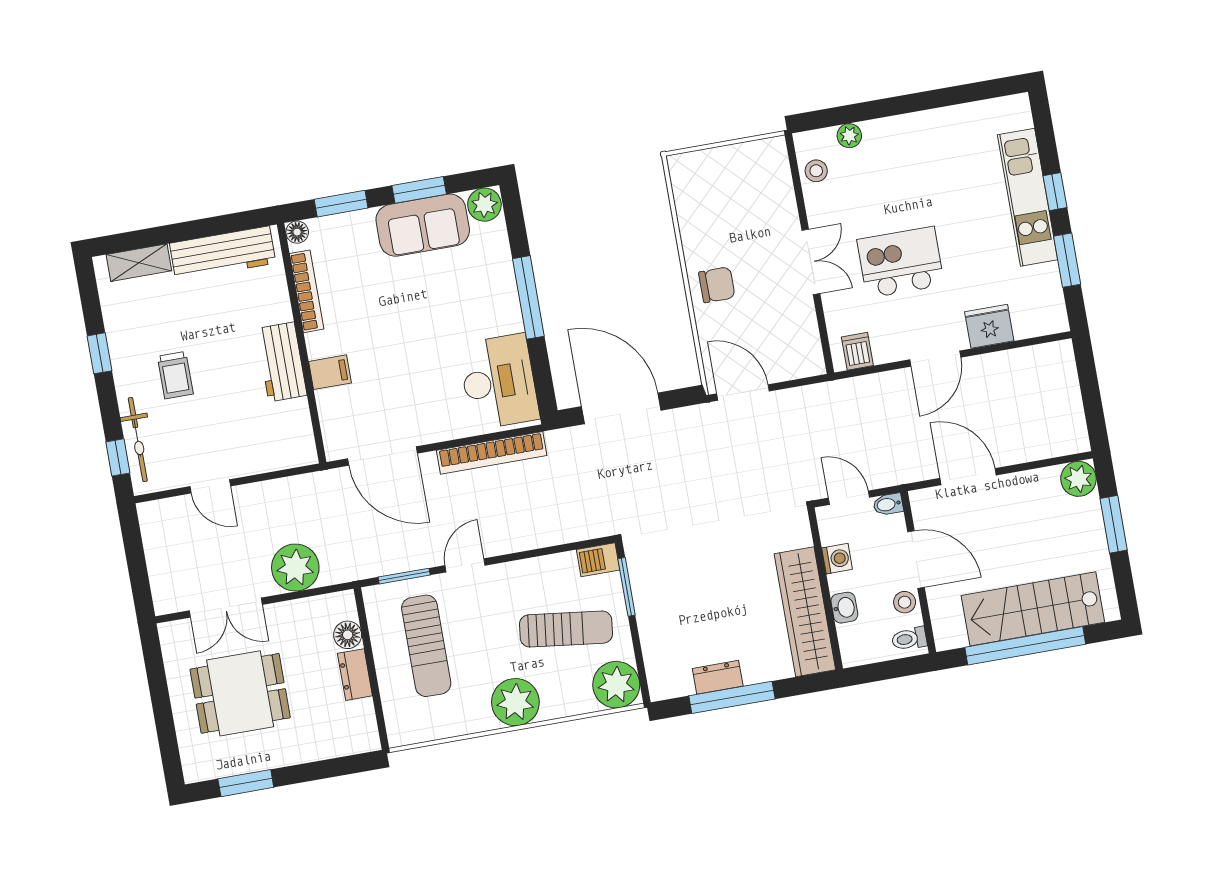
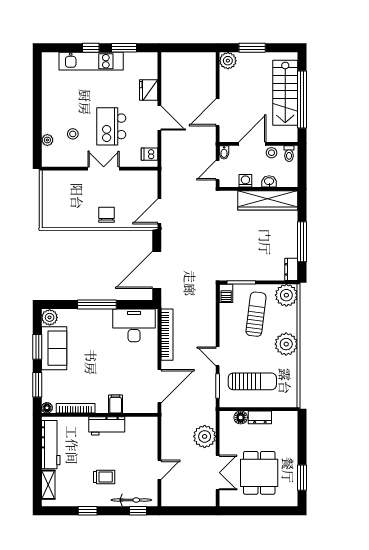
stool: (816, 171) -> (73, 134), moved
dresser: (718, 677) -> (291, 269), moved

